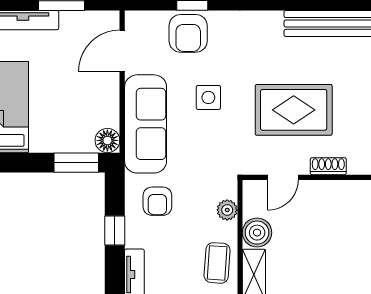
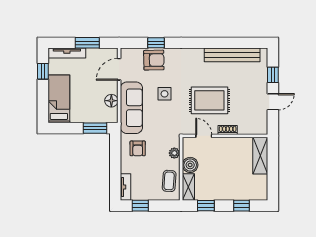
armchair: (188, 33) -> (154, 60), turned -91
floor lamp: (107, 140) -> (111, 101), moved
door: (283, 177) -> (204, 136), swing flipped
window: (115, 231) -> (115, 164), removed

